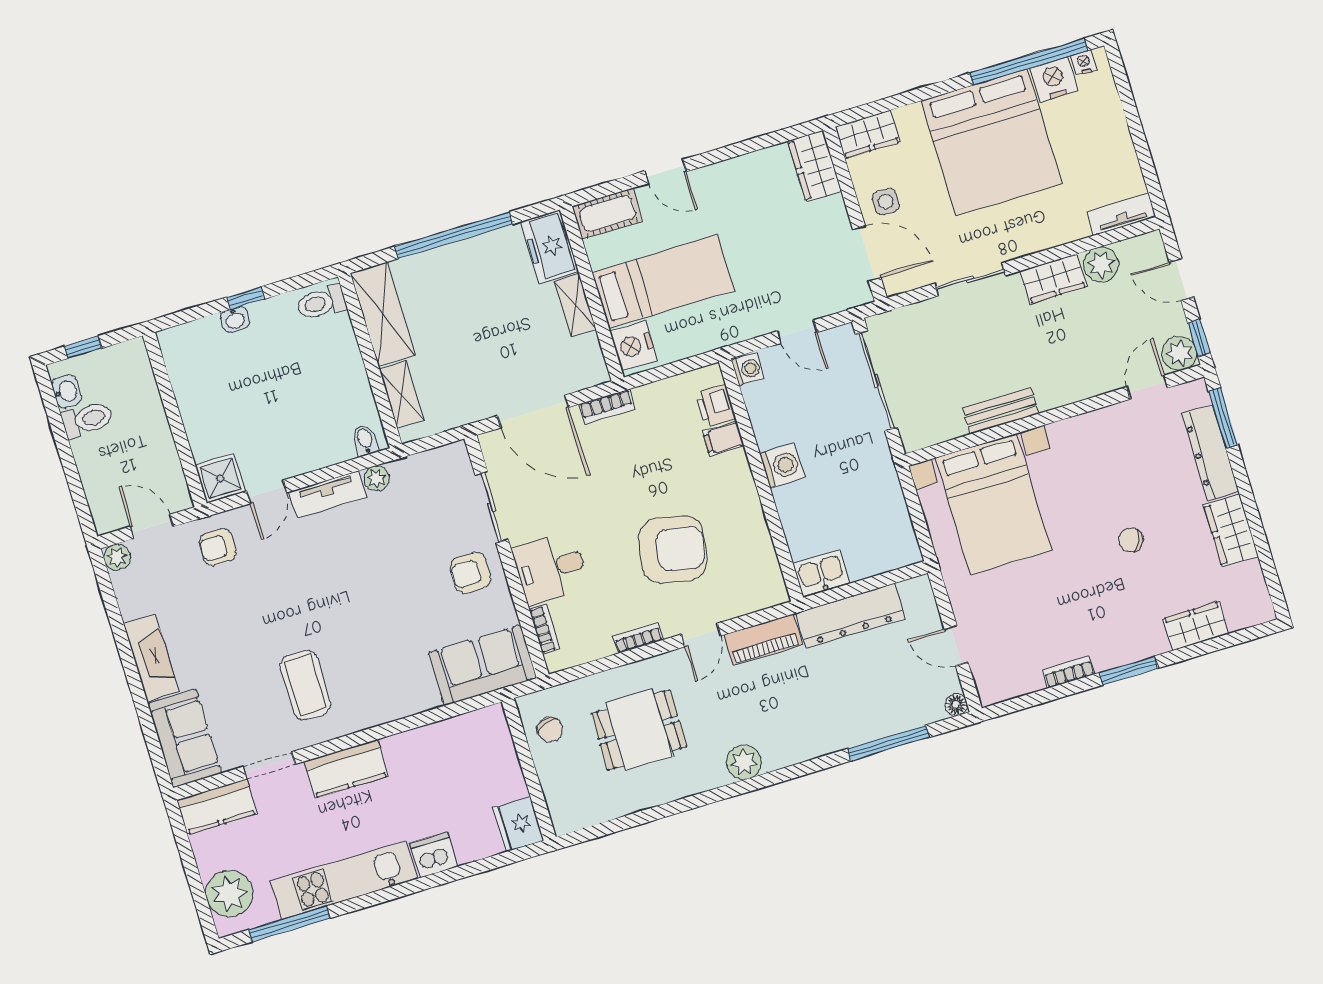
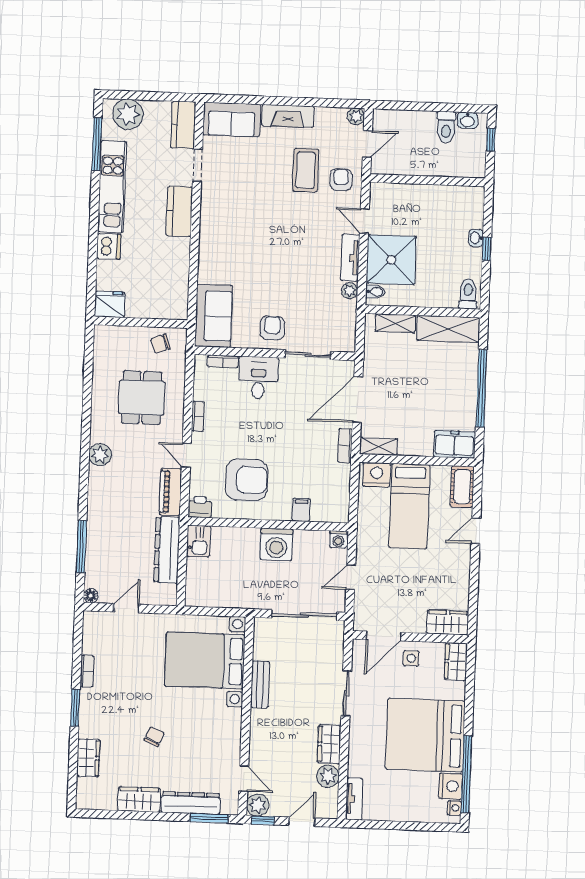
shelving: (575, 305) -> (378, 446), moved
printer: (715, 406) -> (200, 507), moved
washing machine: (782, 466) -> (276, 544), width x1.37, depth x1.37
shower: (220, 478) -> (391, 260), moved, width x1.86, depth x1.86
armchair: (673, 550) -> (247, 480), moved, turned -100
coffee table: (305, 685) -> (306, 170), moved, turned 90

